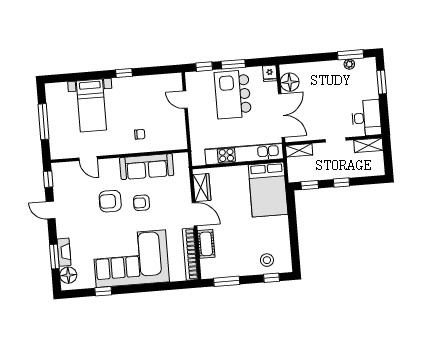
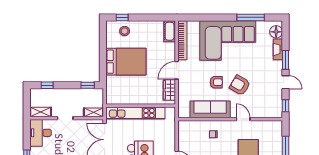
door: (88, 158) -> (243, 119), moved
window: (341, 183) -> (47, 85), moved
bed: (268, 190) -> (126, 62), moved, turned 90
armchair: (110, 201) -> (240, 85), turned -150
door: (194, 214) -> (177, 70), hinge flipped
cot: (206, 244) -> (170, 31), moved
window: (54, 257) -> (286, 60), moved
window: (227, 281) -> (156, 17), removed
window: (103, 291) -> (251, 17), width x2.17

